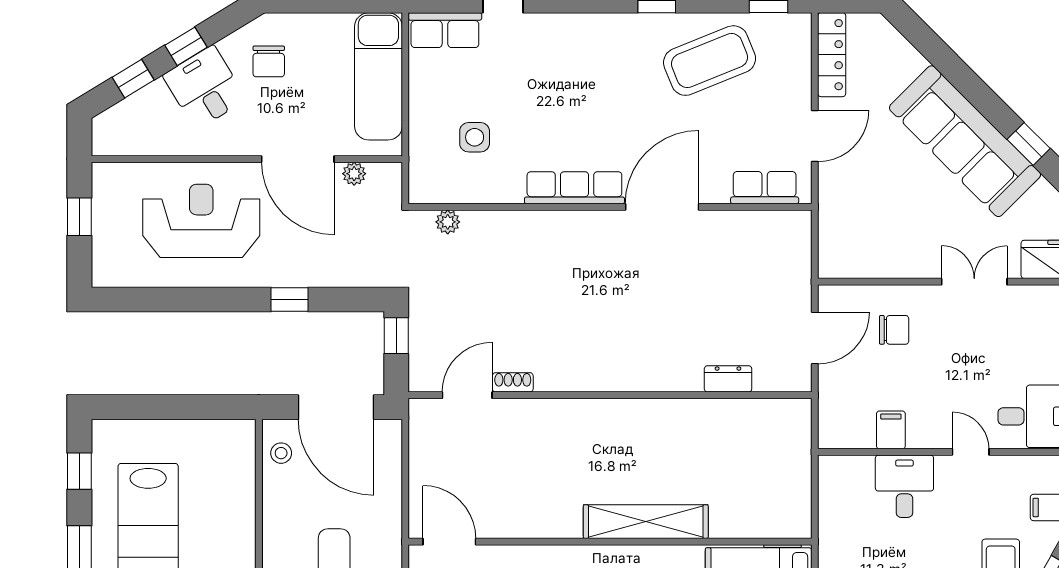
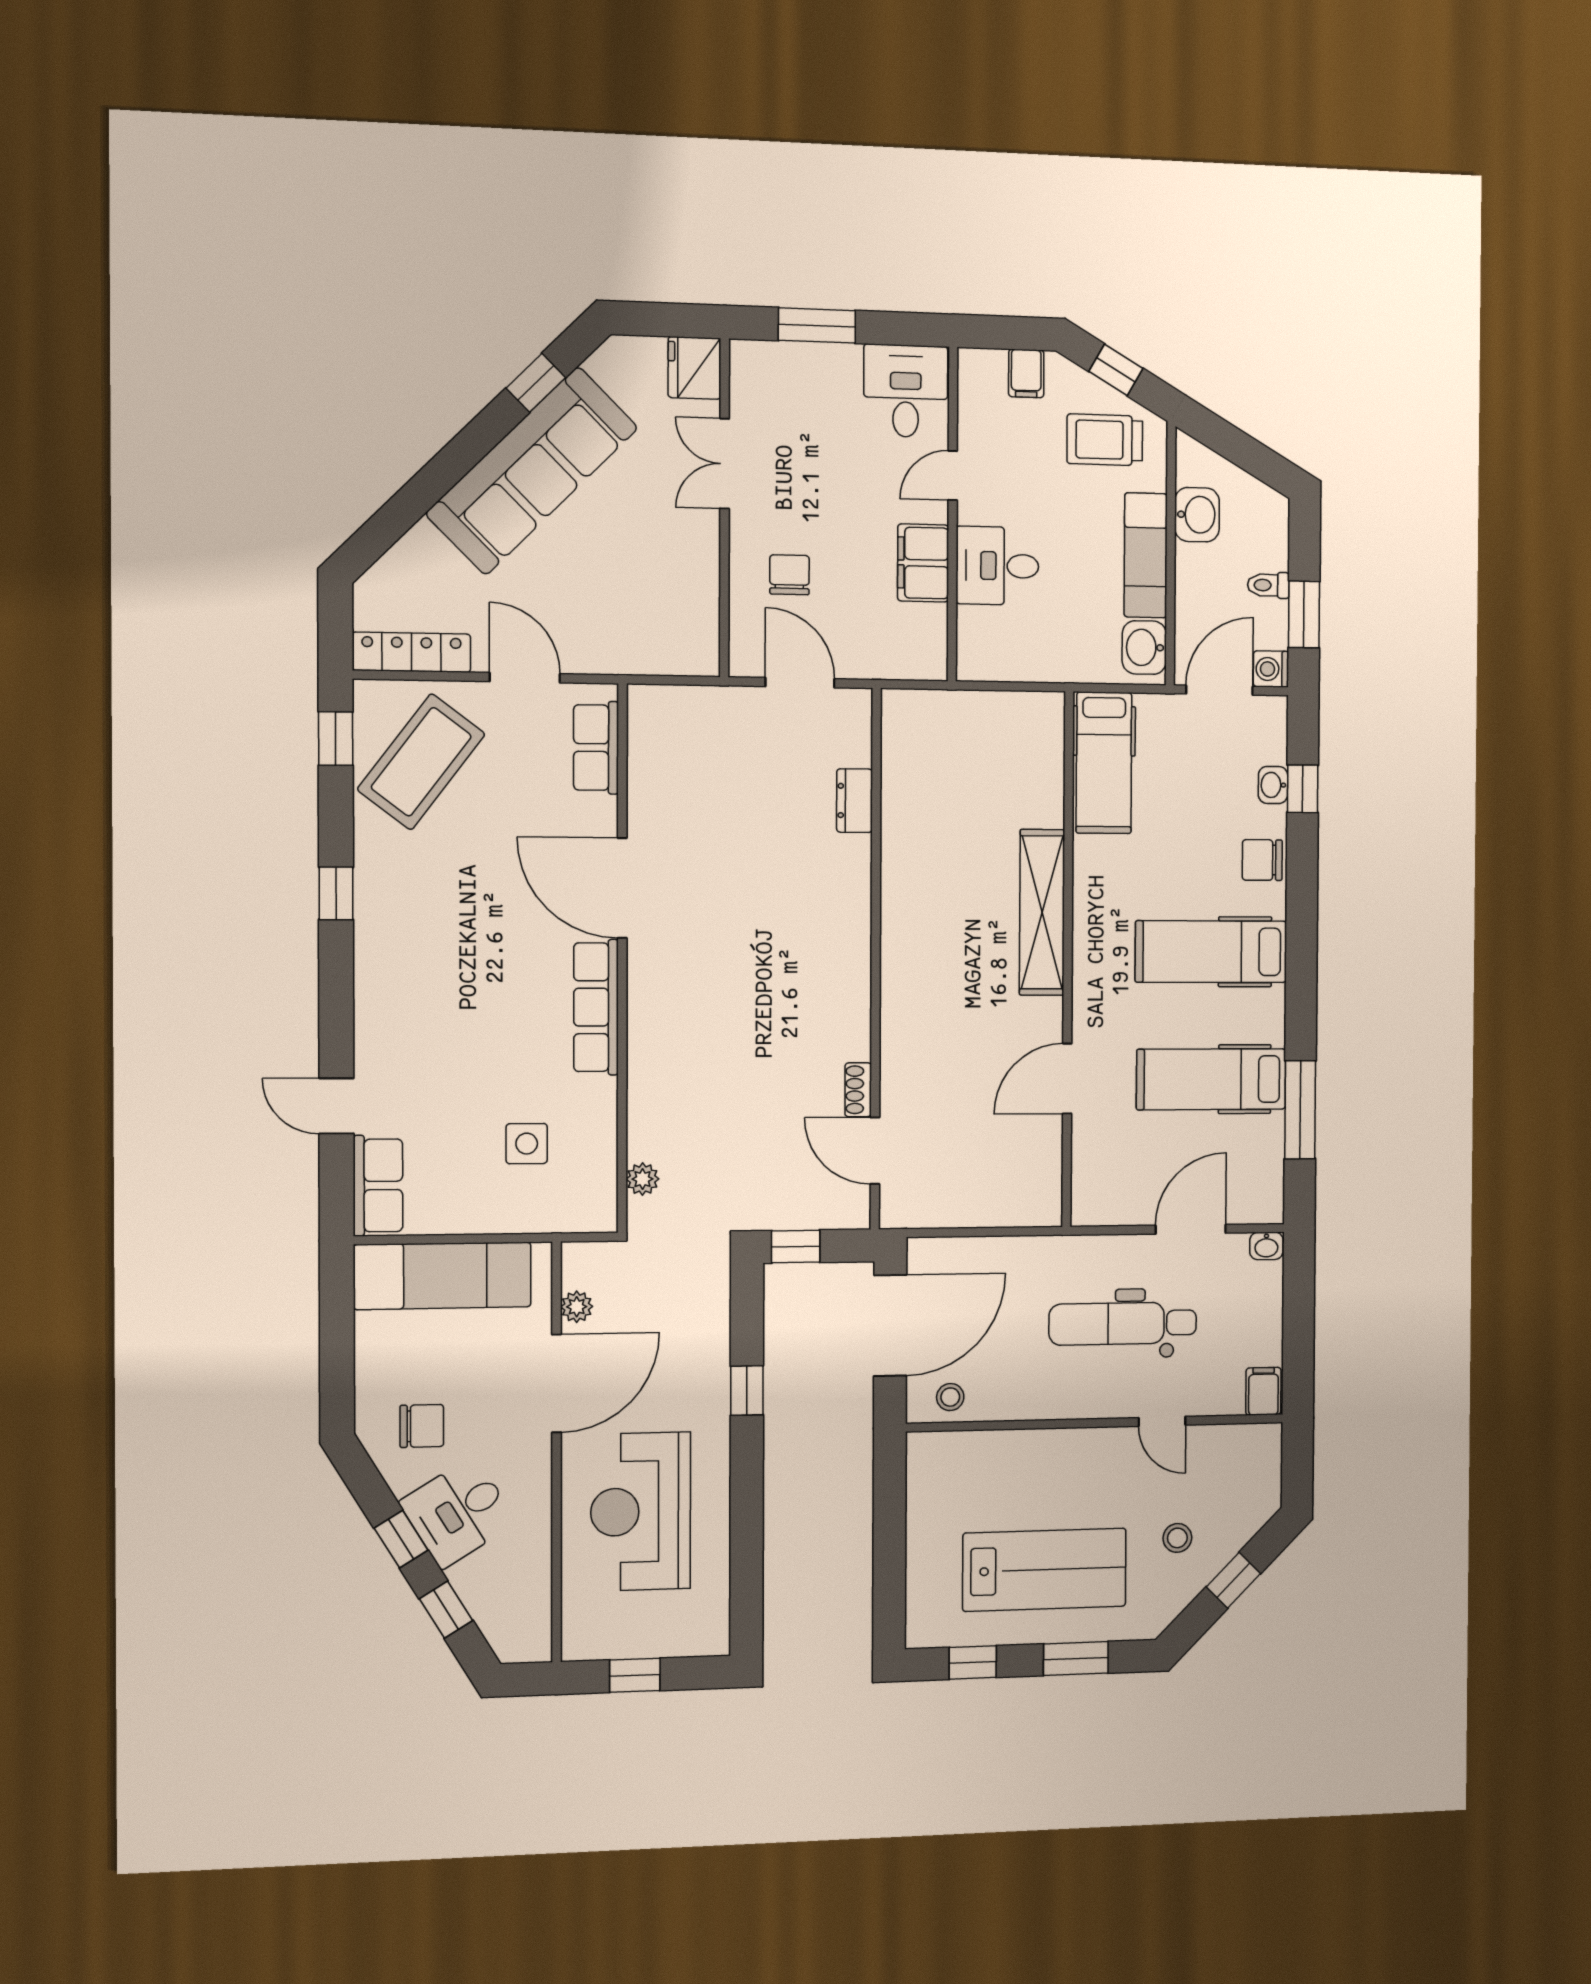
coffee table: (710, 61) -> (421, 762), moved, turned 59
filing cabinet: (891, 430) -> (923, 563), width x2.00
door: (449, 542) -> (1067, 1079), moved

